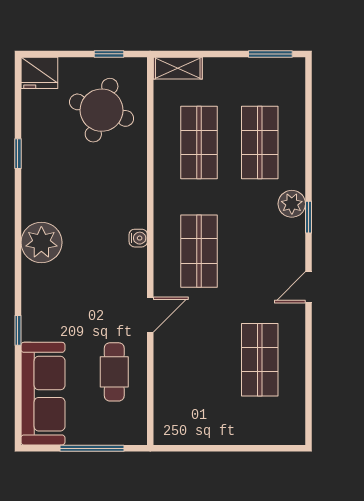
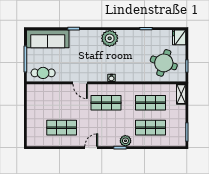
door: (308, 287) -> (91, 148), hinge flipped
cafe table: (114, 372) -> (43, 73), moved

